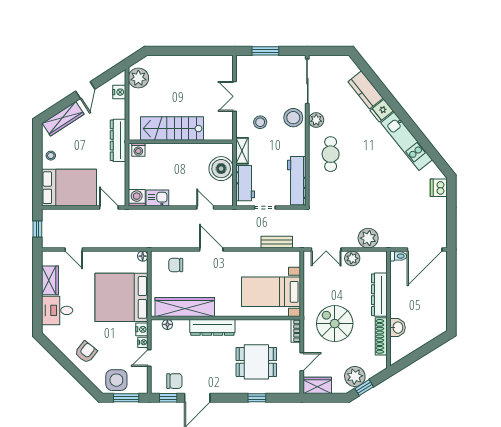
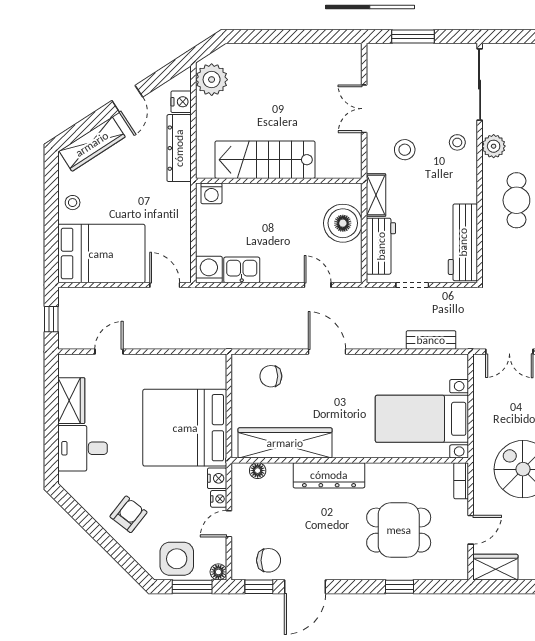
stool: (293, 118) -> (457, 142), width x0.53, depth x0.53
dresser: (118, 140) -> (179, 148), moved
door: (74, 249) -> (109, 352), swing flipped
floor lamp: (143, 256) -> (218, 572), moved

